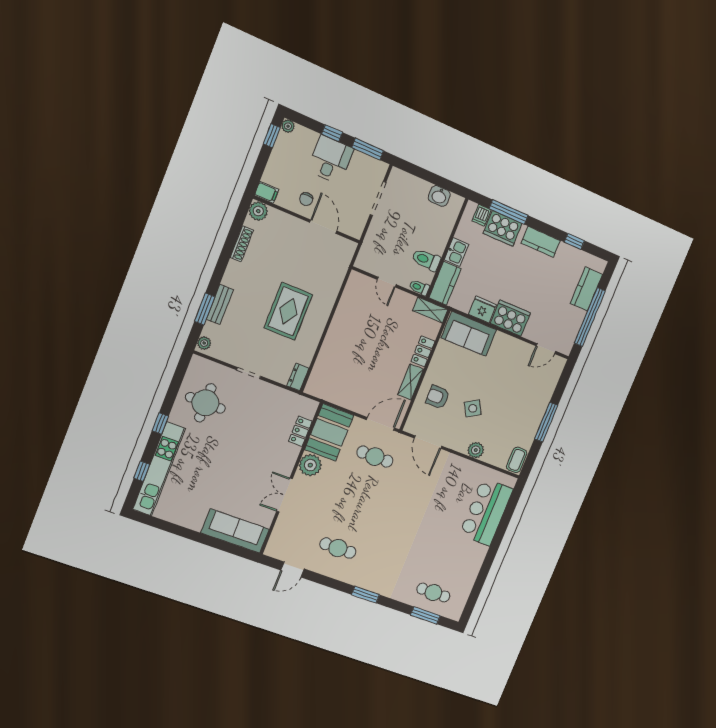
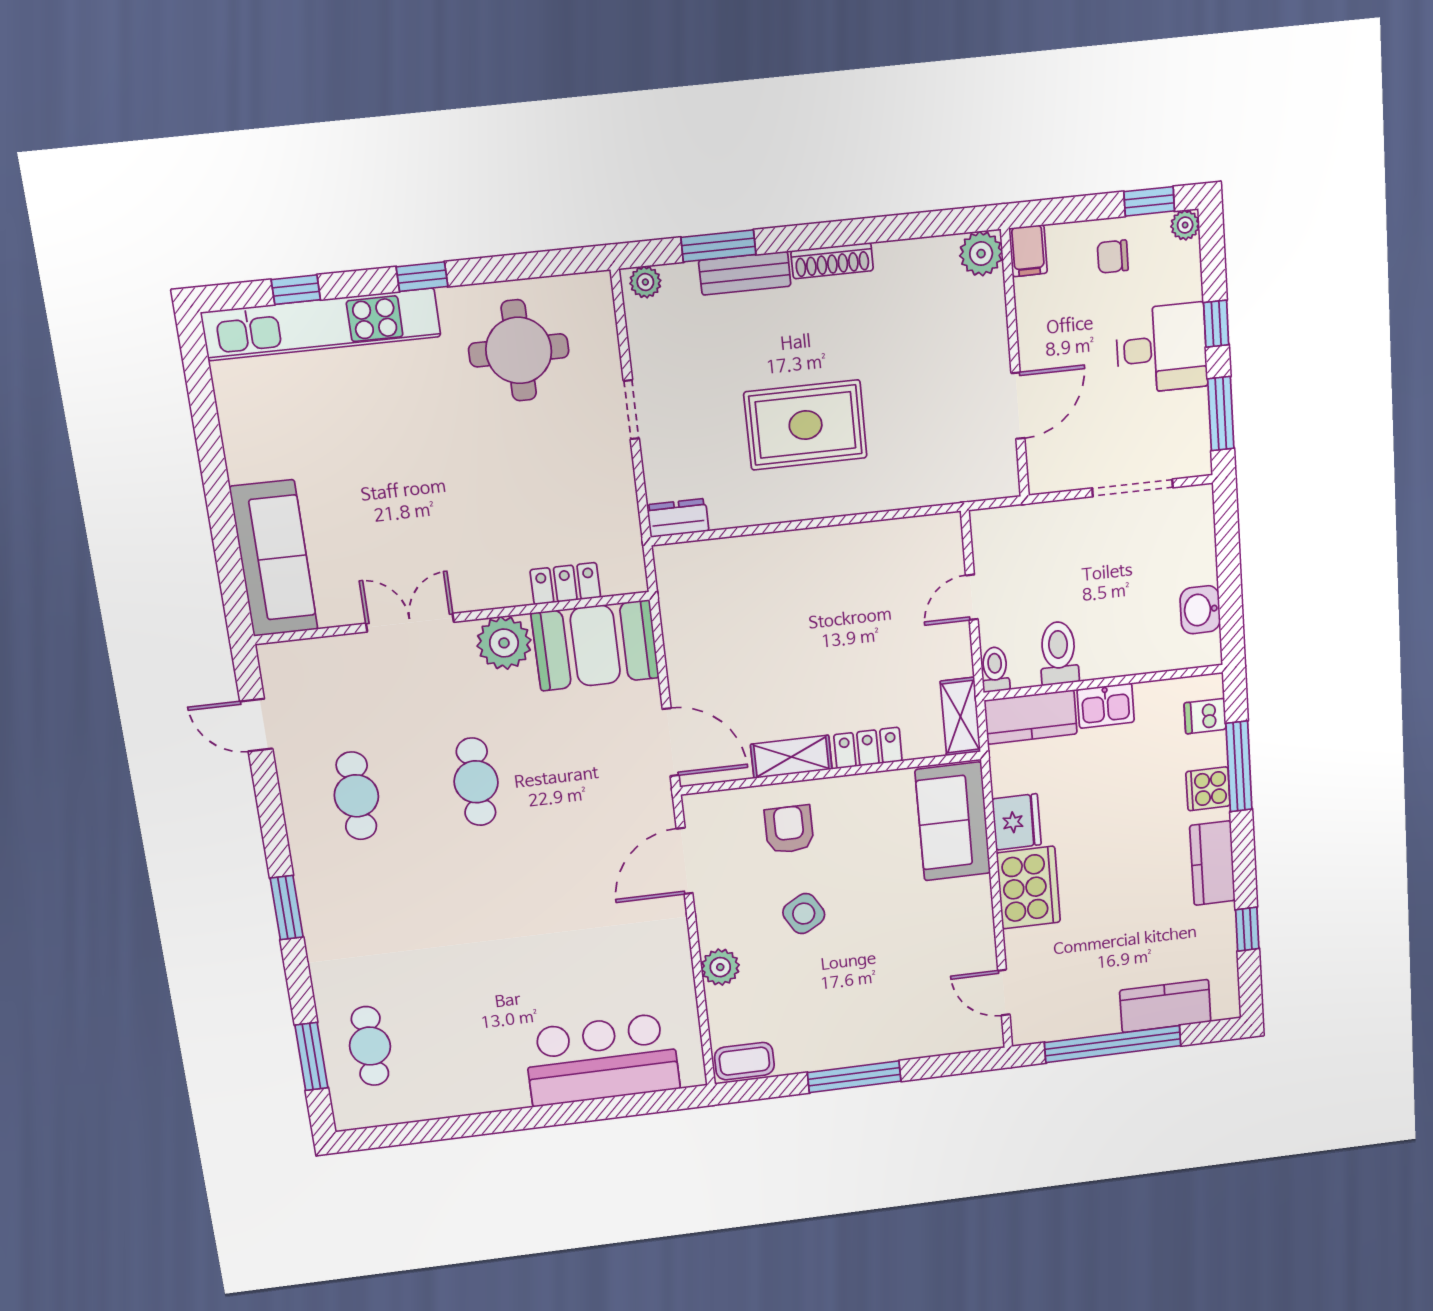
chair: (306, 199) -> (1113, 257), moved
cooker: (503, 228) -> (1208, 789), width x0.53, depth x0.76
shoe rack: (242, 244) -> (832, 261), moved
cafe table: (375, 457) -> (476, 782), moved

